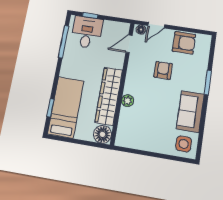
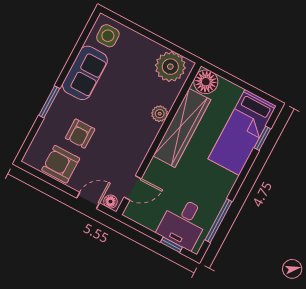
armchair: (163, 70) -> (80, 134), moved
plant: (131, 137) -> (170, 67), added

